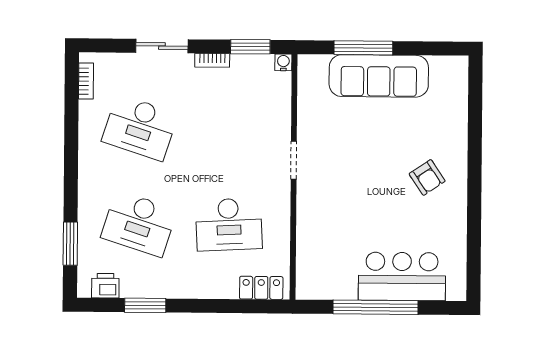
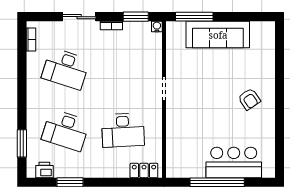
window: (363, 48) -> (194, 17), moved

